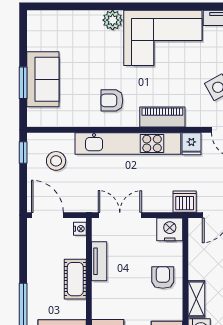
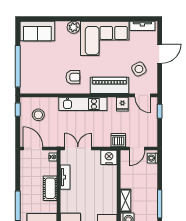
sofa: (43, 79) -> (37, 31), moved, turned 90
window: (23, 83) -> (18, 66), width x2.11
armchair: (112, 100) -> (73, 77), turned 180
piano: (162, 117) -> (109, 85), width x1.37, depth x1.33
kitchen unit: (128, 143) -> (83, 104), width x0.73
armchair: (163, 278) -> (105, 187), removed

